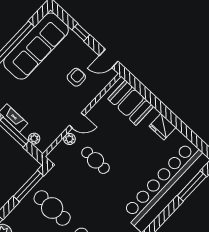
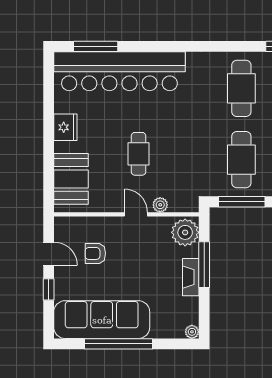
door: (109, 58) -> (49, 254), moved
plant: (34, 139) -> (185, 232), width x1.88, depth x1.88
cafe table: (95, 160) -> (139, 154), moved

